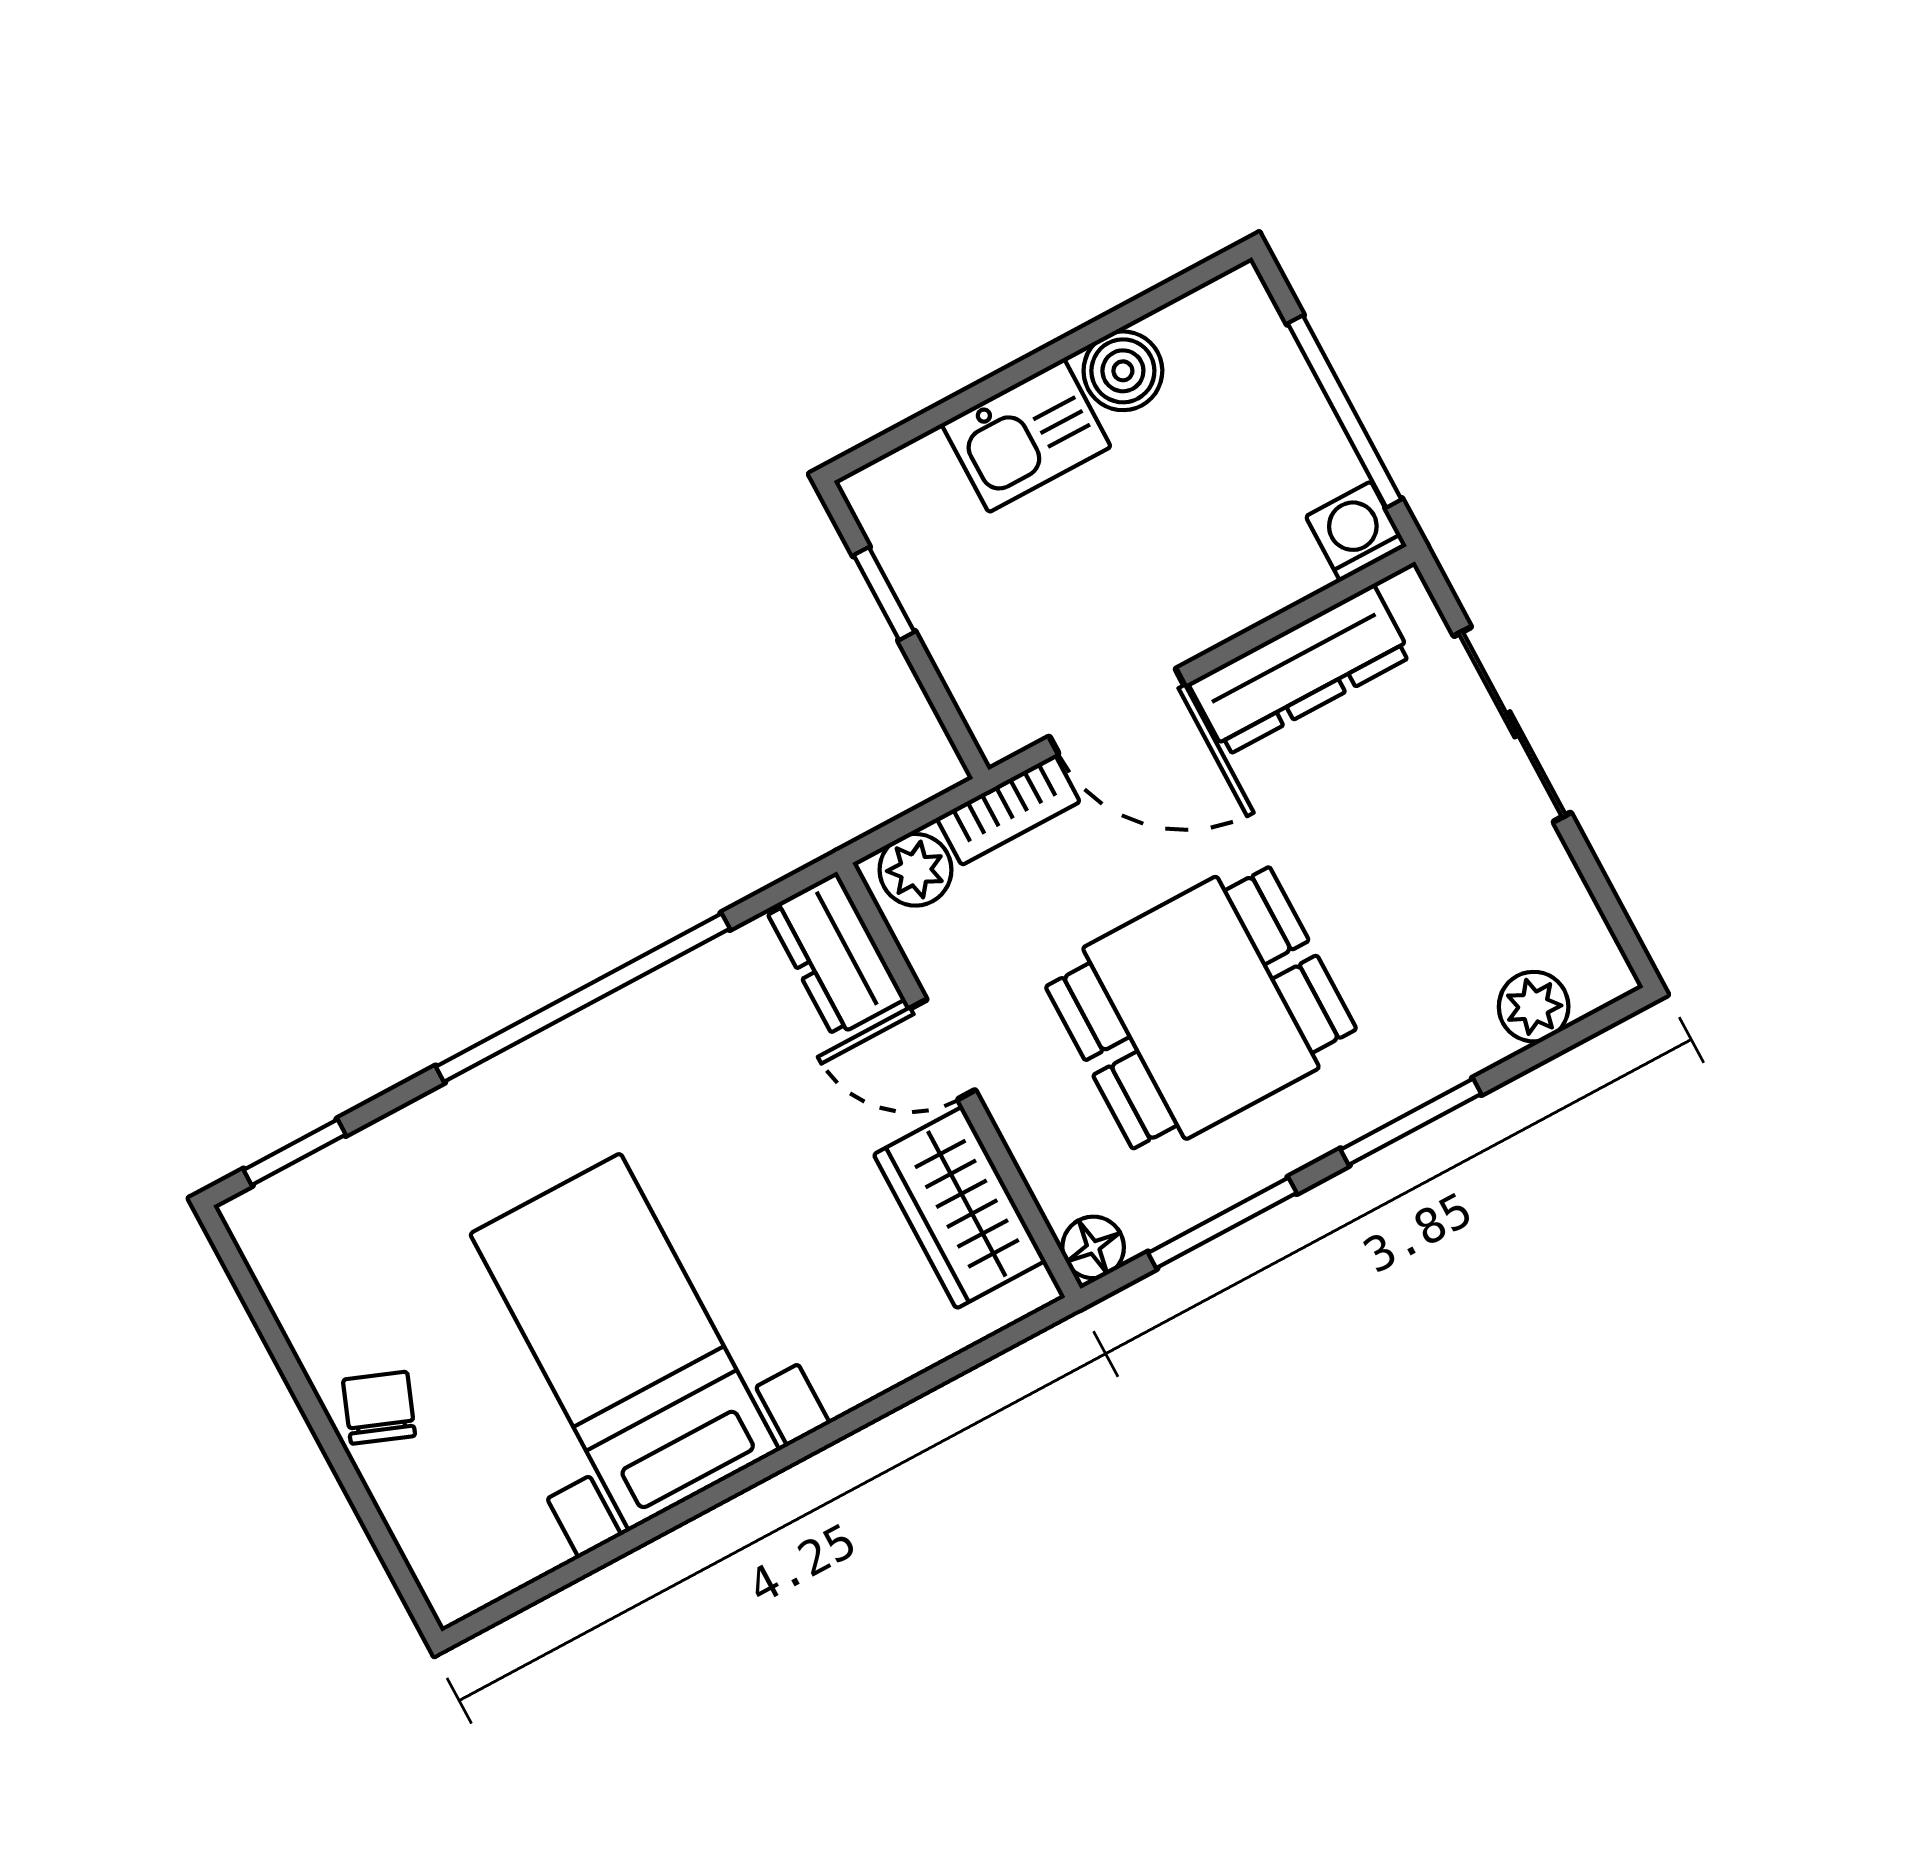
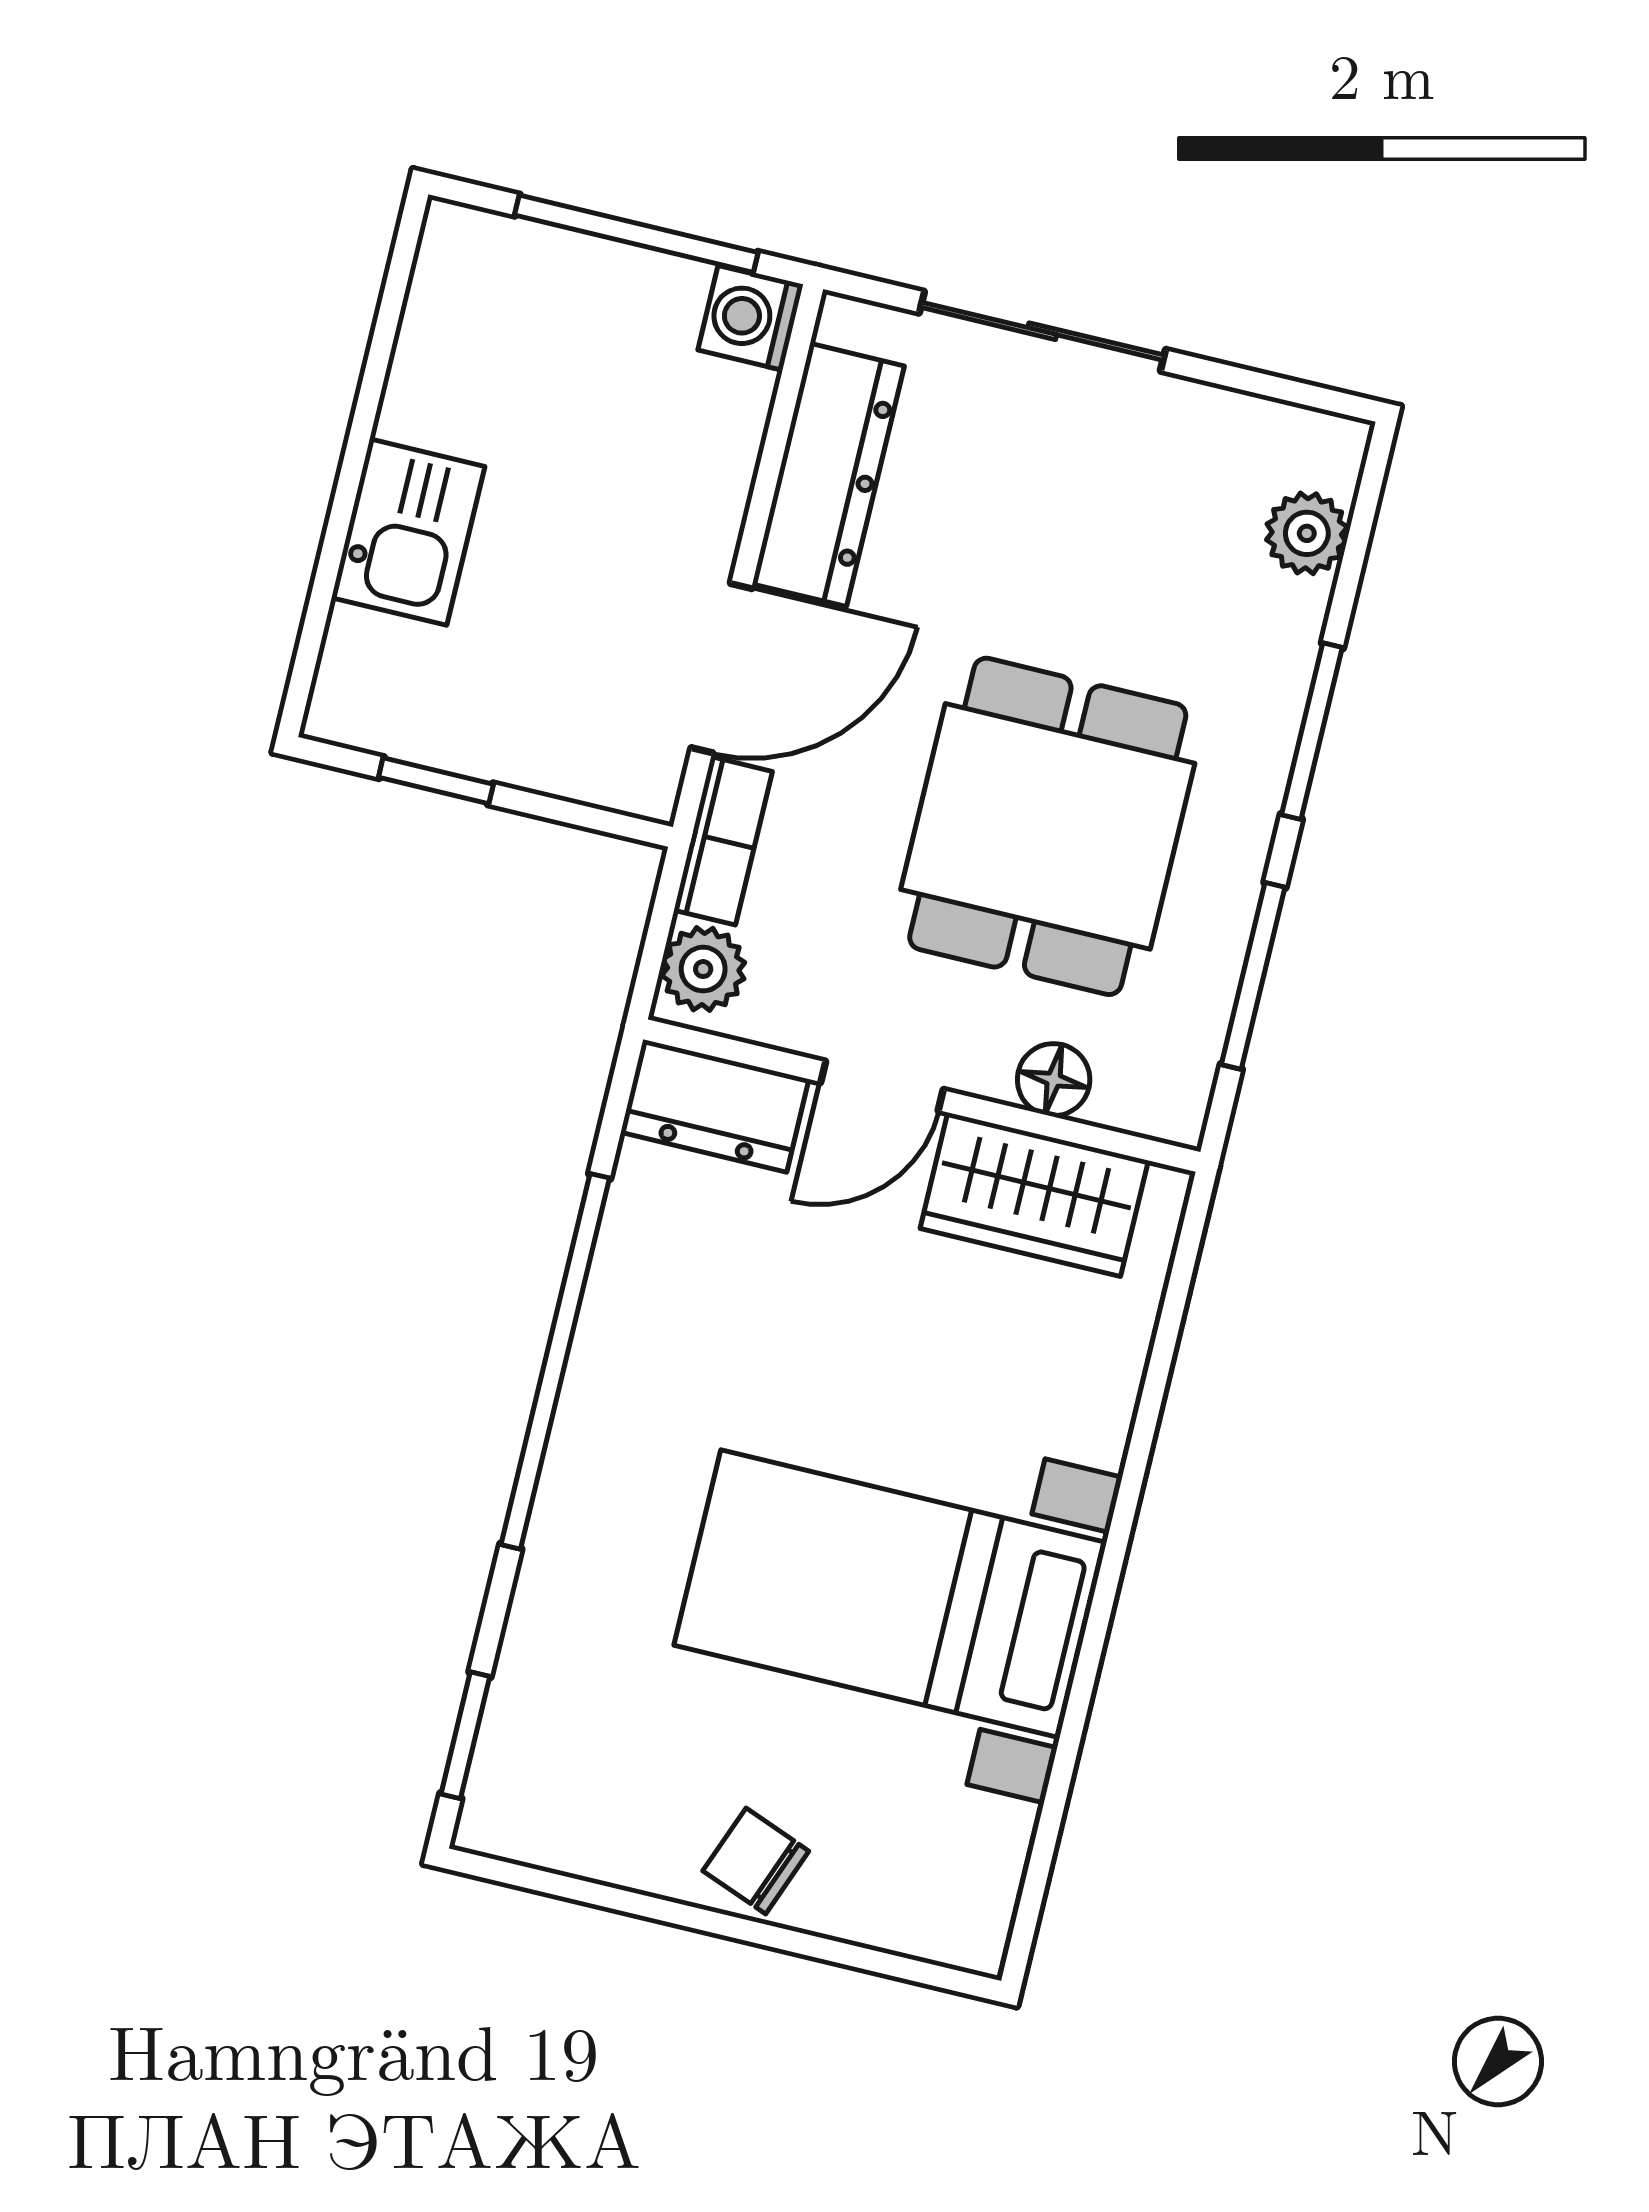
boiler: (1123, 371) -> (427, 397), removed
floor lamp: (1093, 1247) -> (1054, 1080), moved

